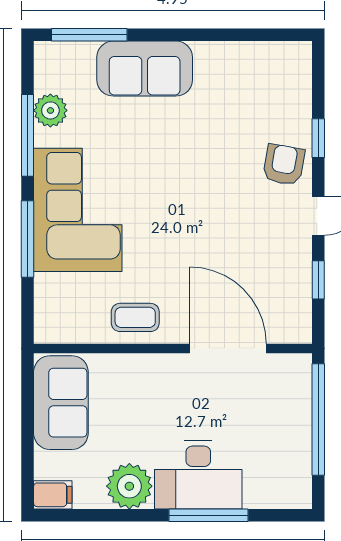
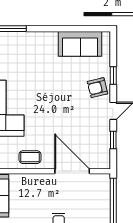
sofa: (145, 69) -> (80, 44), moved
armchair: (284, 165) -> (98, 88), turned -114

